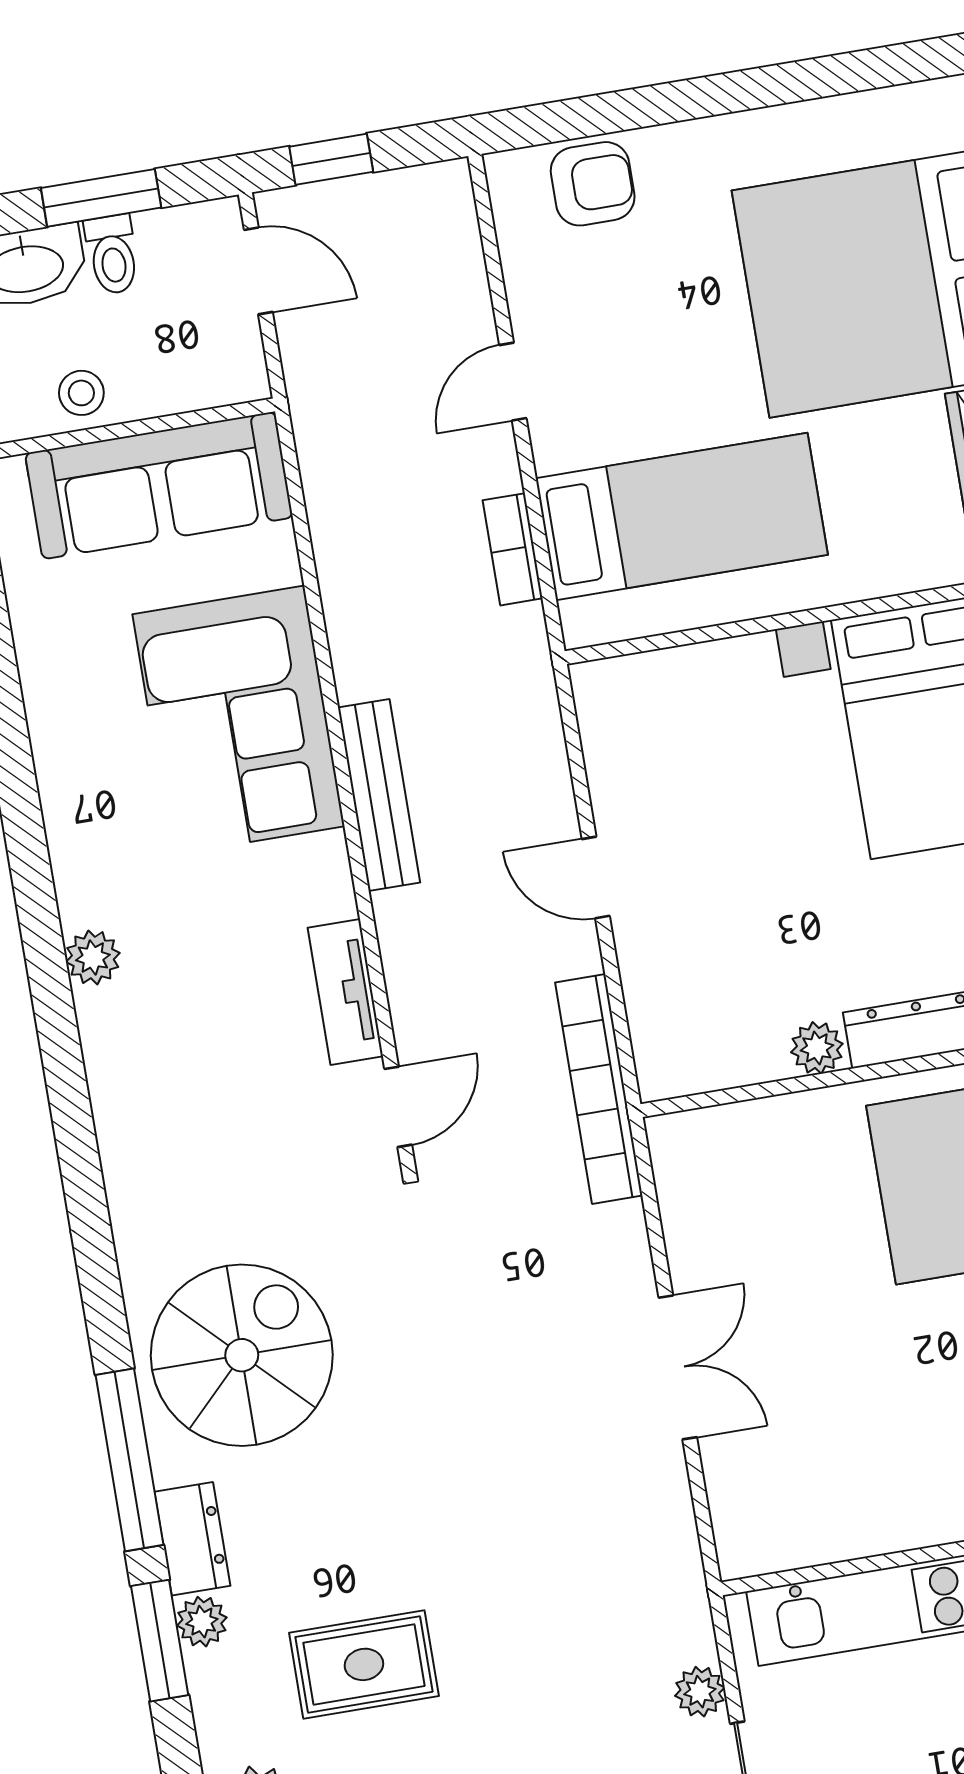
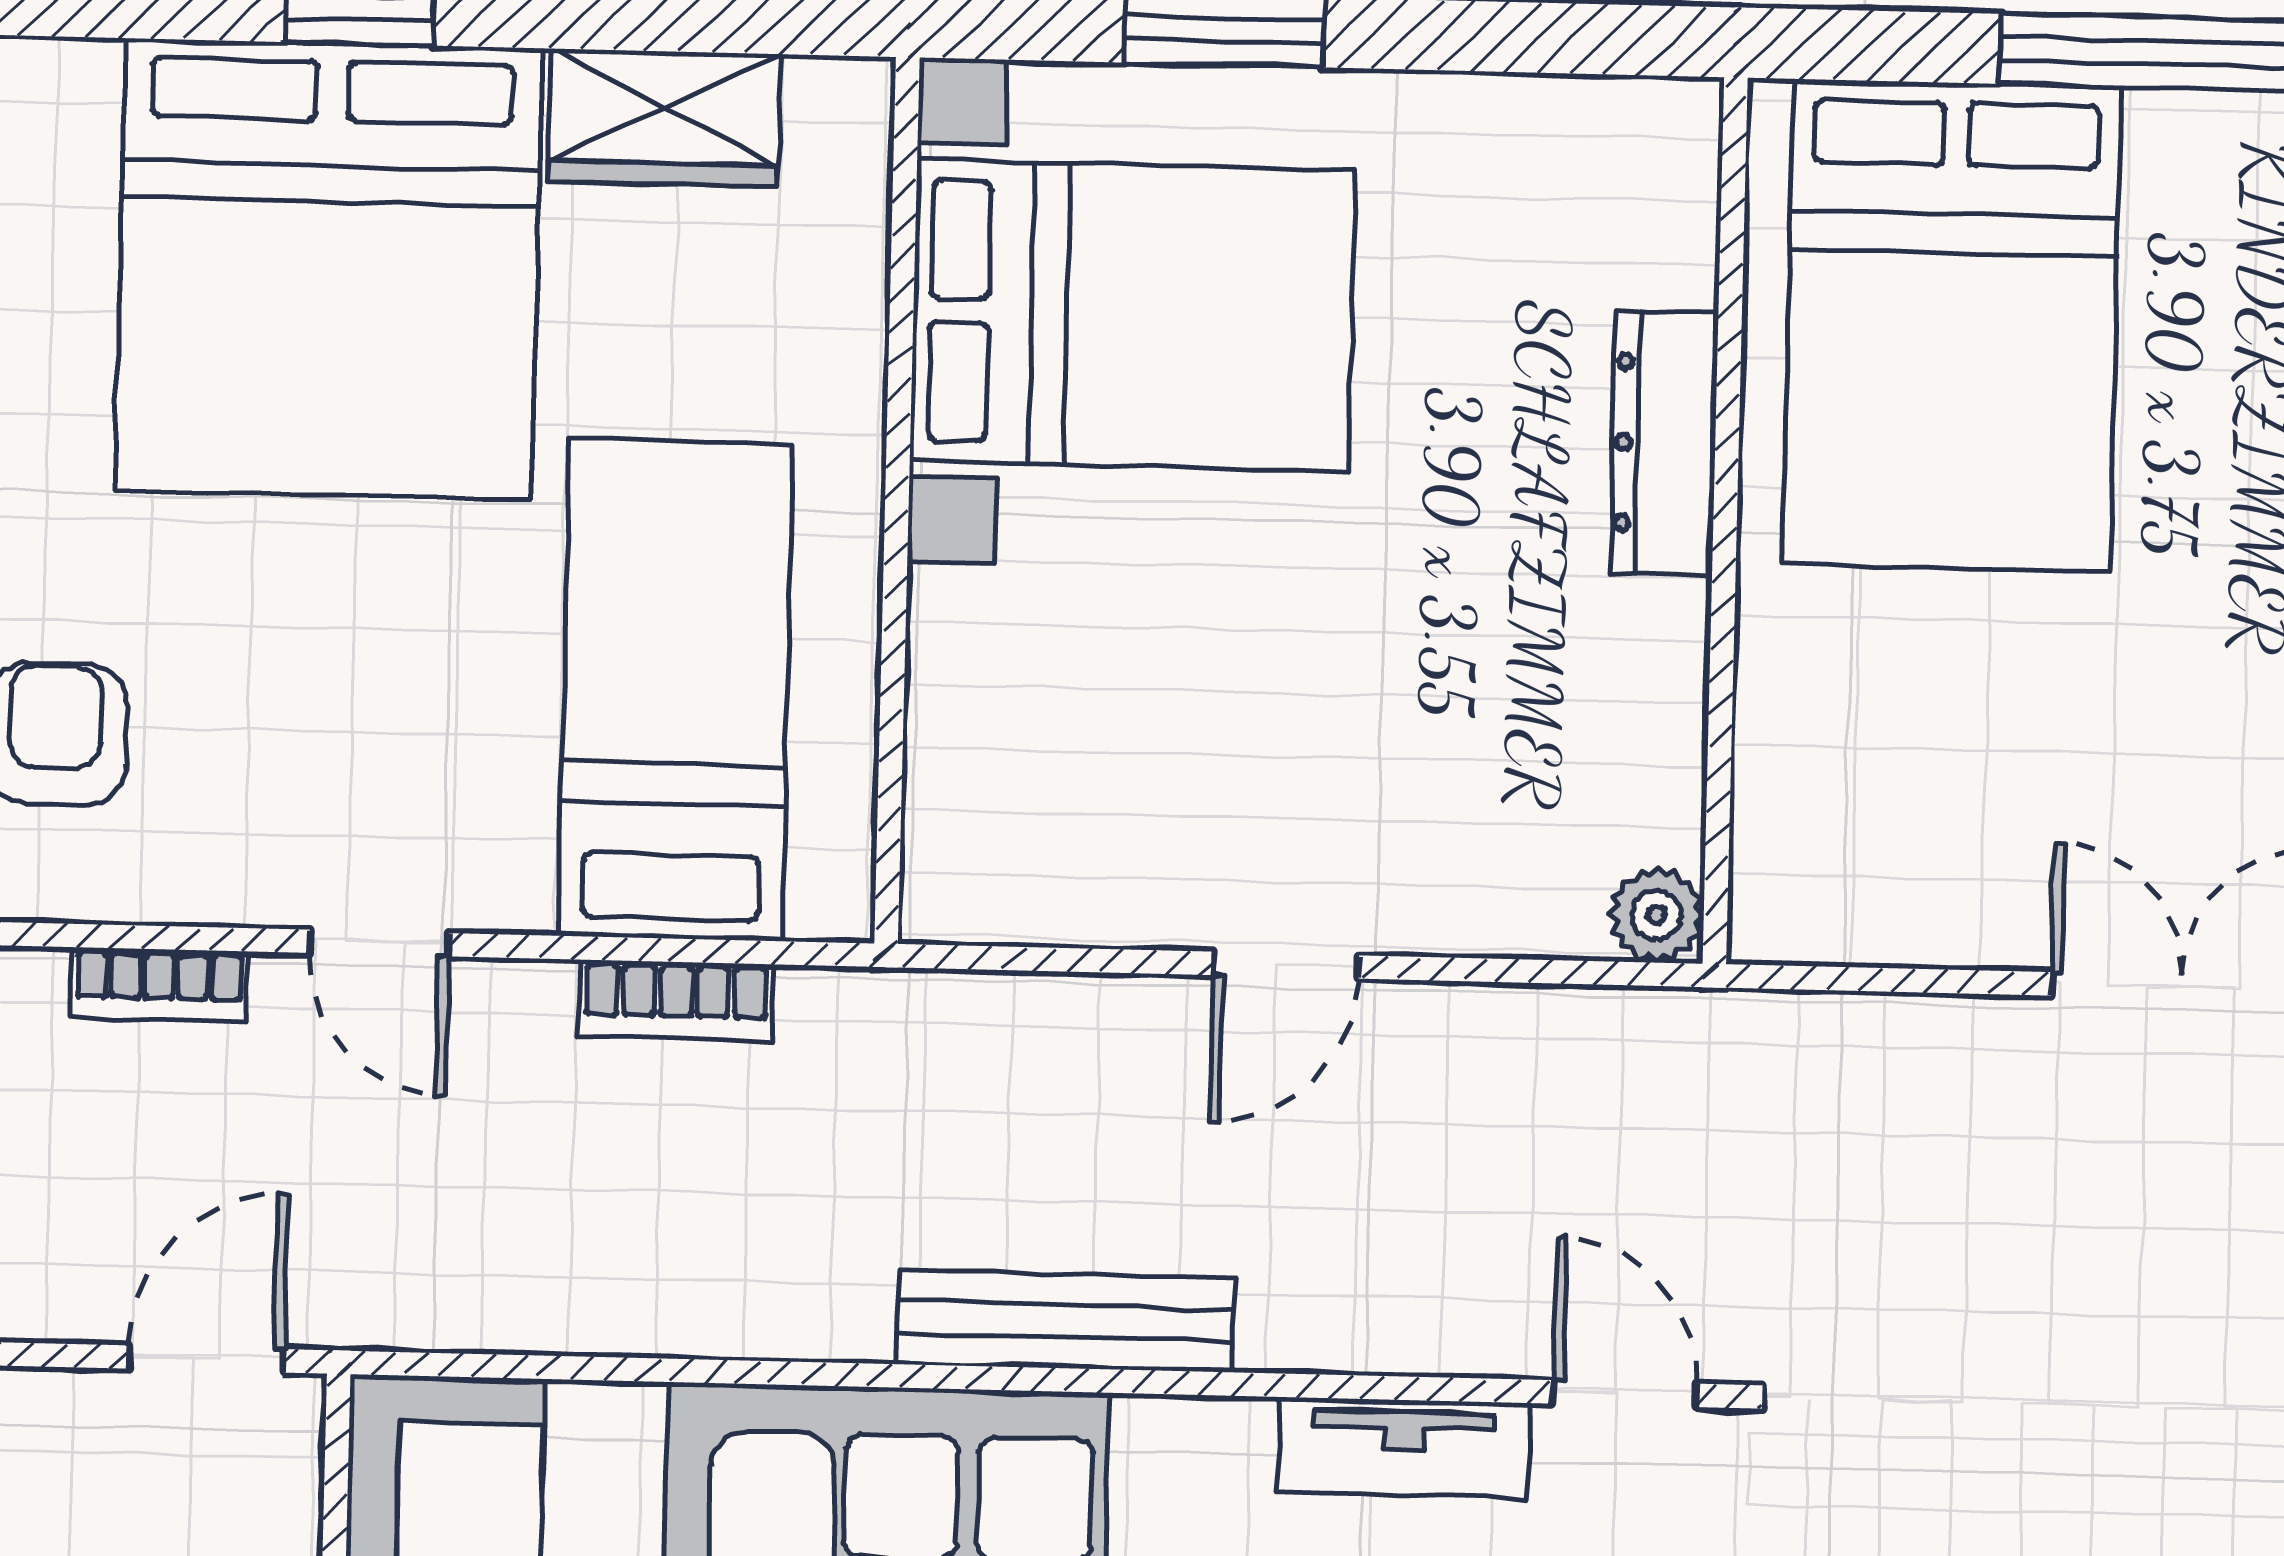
door: (258, 271) -> (206, 1359), moved
plant: (817, 1048) -> (1656, 915), moved
bookcase: (599, 1089) -> (159, 984), moved, width x0.43, depth x0.76

